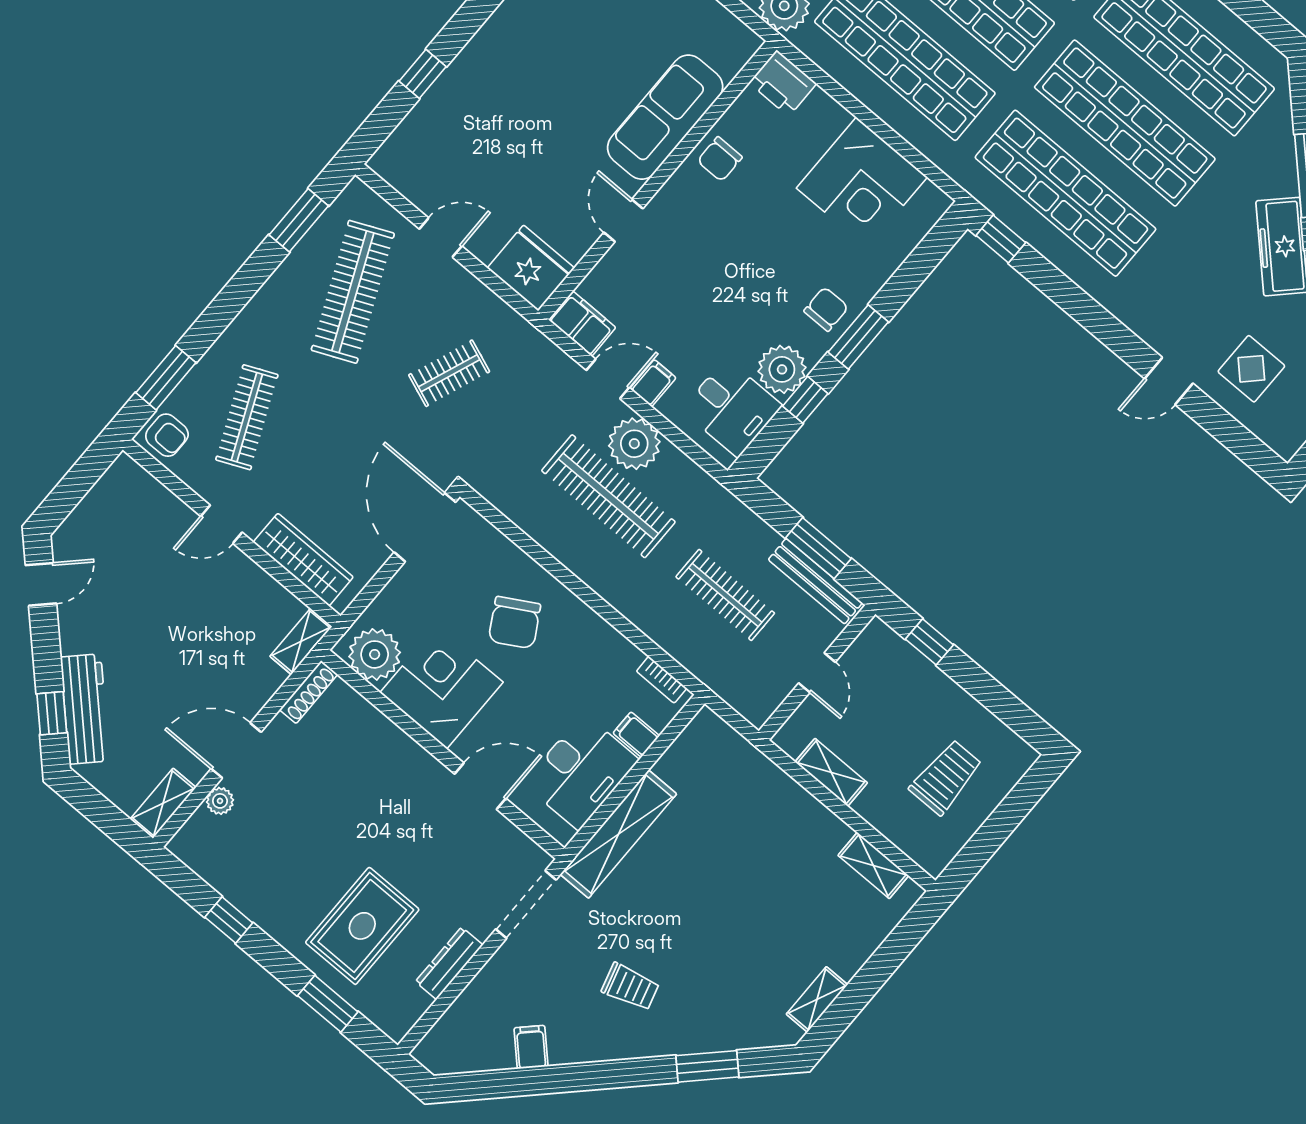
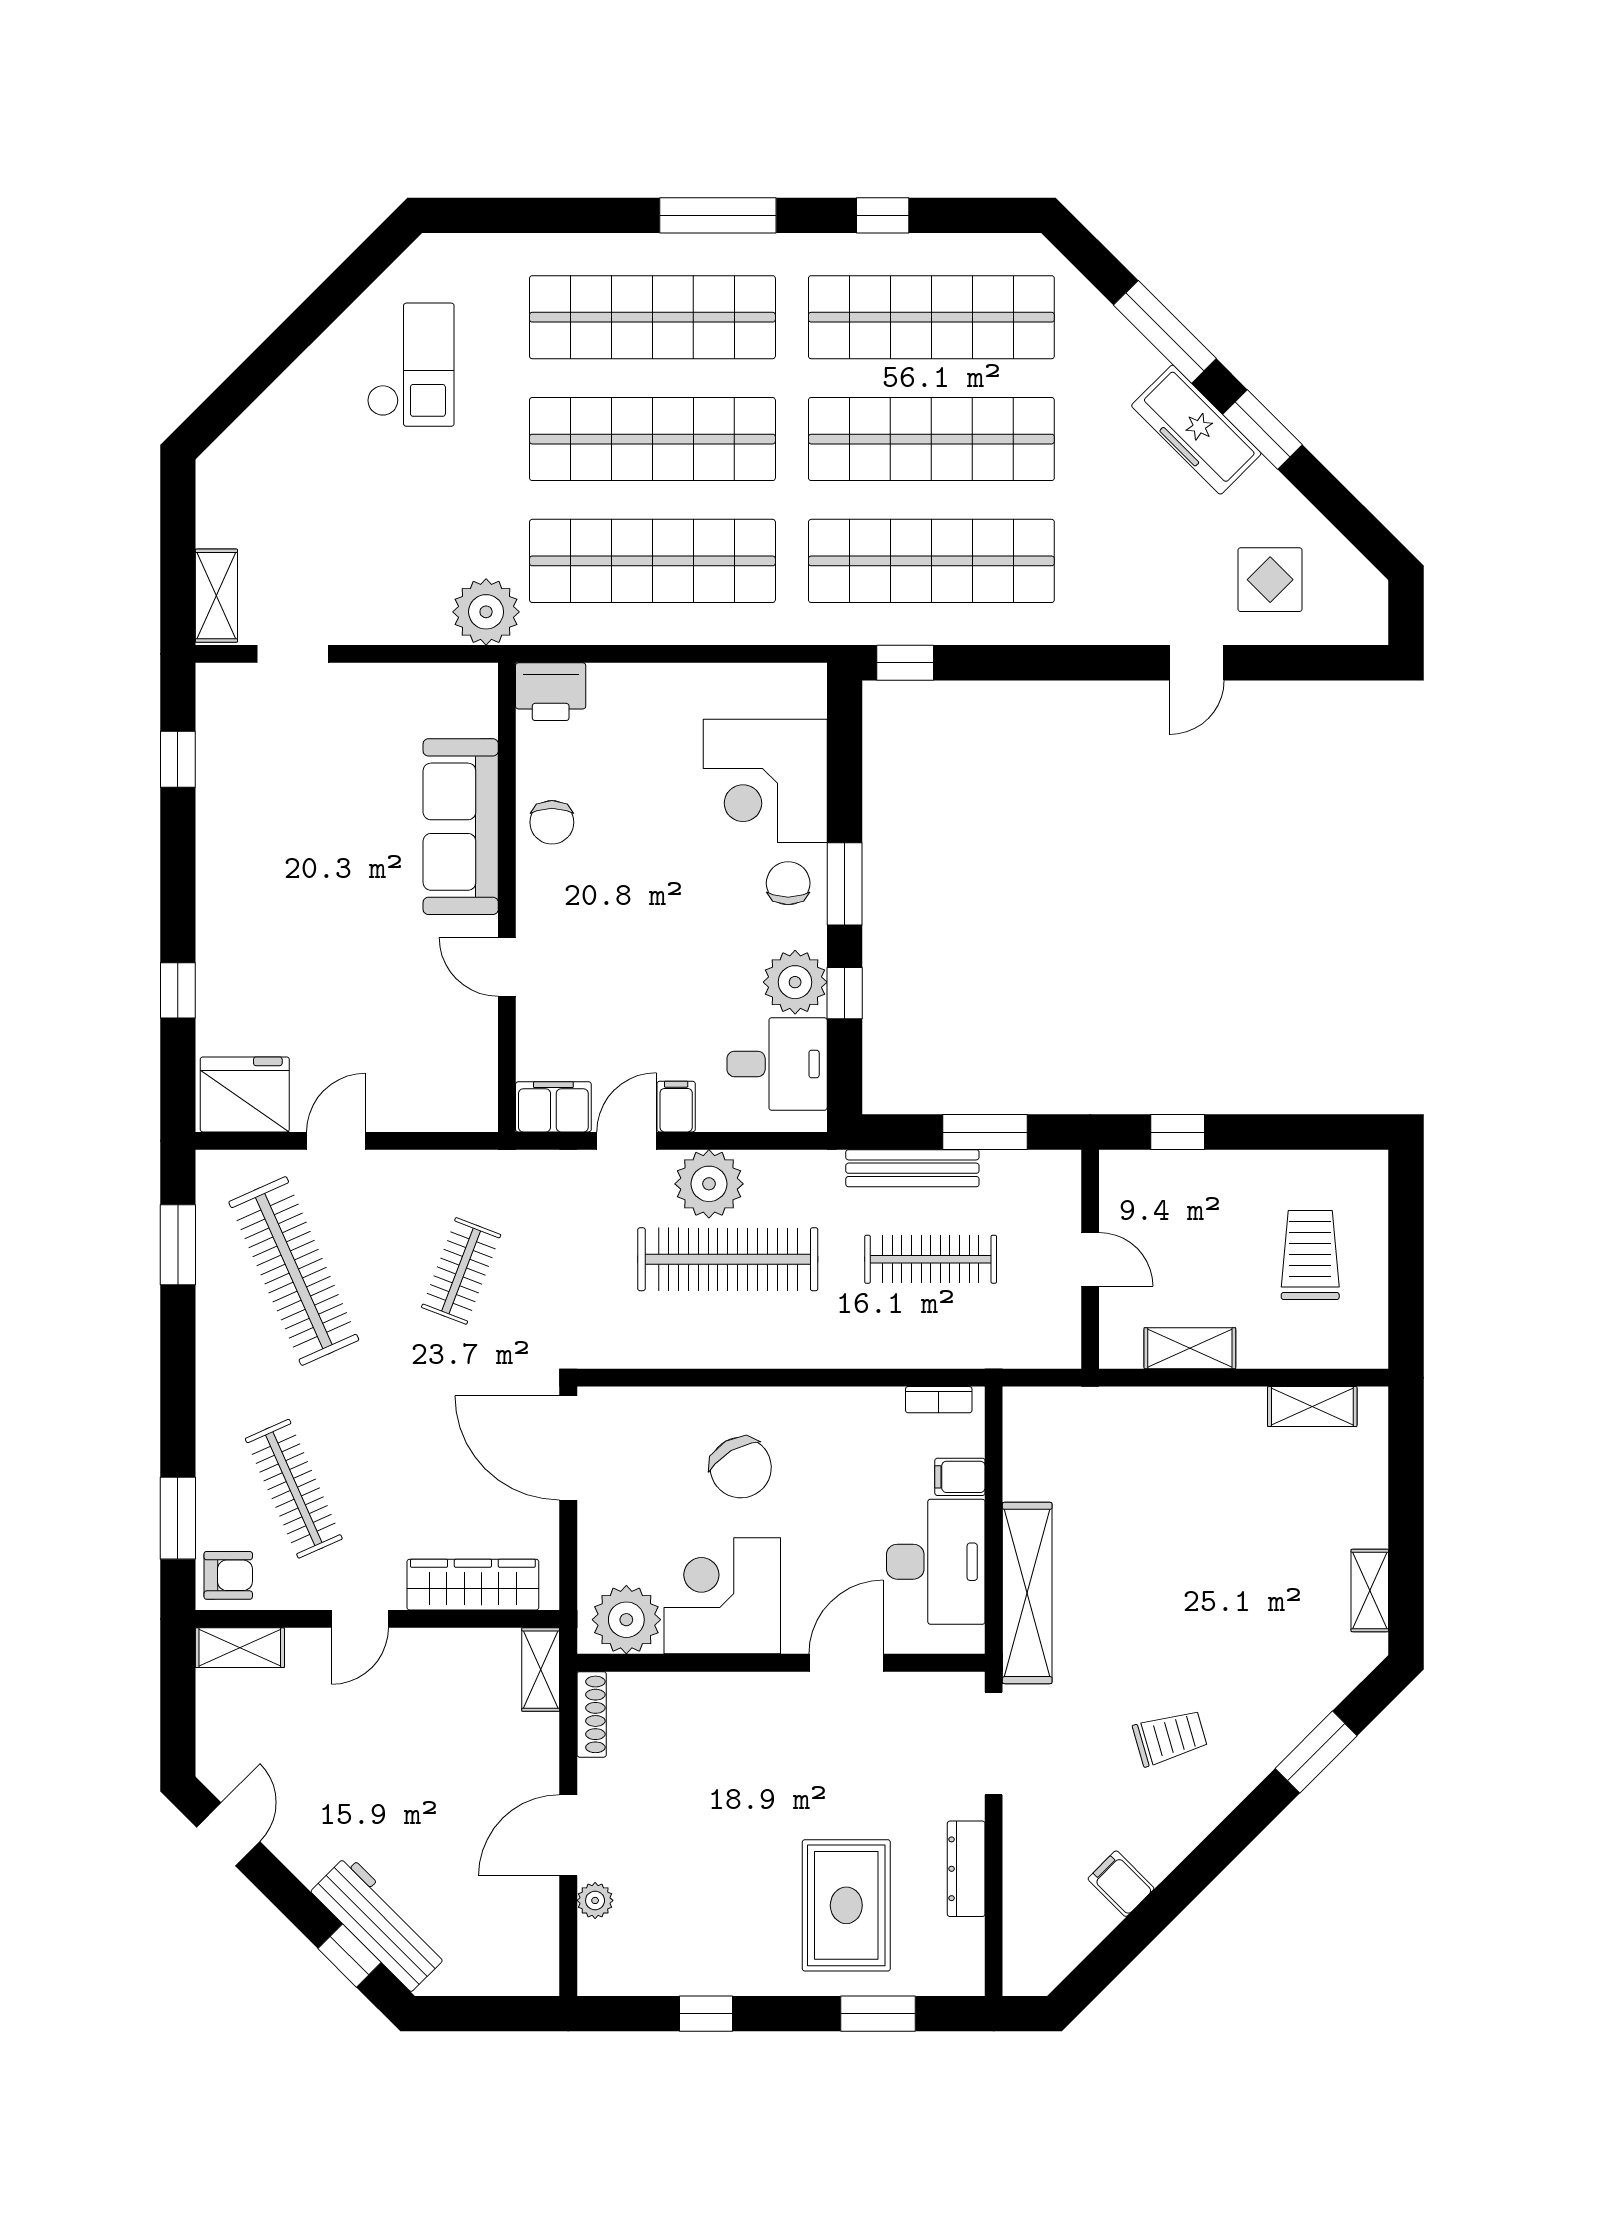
corner desk: (862, 183) -> (765, 781), moved, turned 90
fridge: (531, 268) -> (245, 1094), moved
bench: (815, 581) -> (912, 1168), moved
shelving: (163, 803) -> (240, 1648), moved, turned 90

